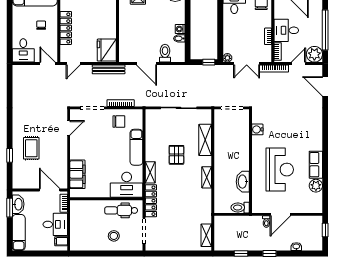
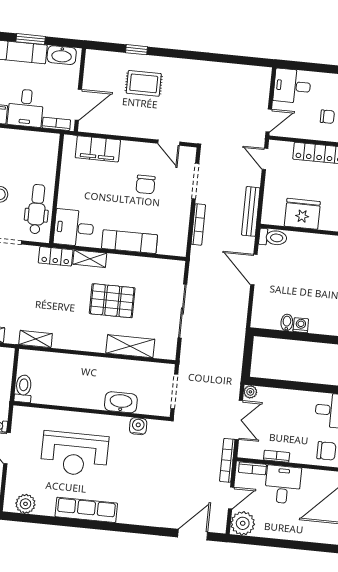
window: (325, 30) -> (277, 543), removed
fridge: (107, 50) -> (302, 214), moved
toilet: (165, 53) -> (273, 237), moved
window: (209, 62) -> (247, 363), removed
door: (147, 64) -> (254, 270), hinge flipped
double door: (247, 64) -> (239, 420), swing flipped
door: (298, 64) -> (231, 498), hinge flipped
chair: (119, 121) -> (145, 184), moved
pallet: (176, 155) -> (112, 301), width x1.50, depth x1.42
row of seats: (316, 165) -> (86, 510), width x1.48
shelving: (207, 177) -> (36, 339), moved
washbasin: (243, 182) -> (121, 402), moved
desk: (127, 185) -> (74, 228), width x0.73
plant: (316, 186) -> (25, 504), moved
locker: (151, 201) -> (56, 256), width x0.66
window: (10, 208) -> (31, 39), moved

